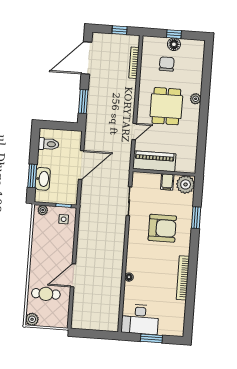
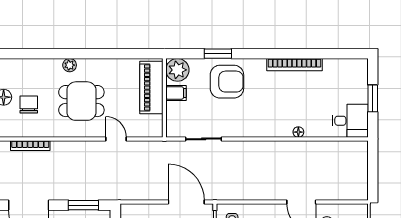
chair: (167, 64) -> (29, 104), turned 90
piano: (154, 161) -> (151, 88), moved
door: (81, 165) -> (186, 202), moved
armchair: (162, 228) -> (227, 82), moved, turned 90
desk: (140, 319) -> (350, 121), width x0.73

